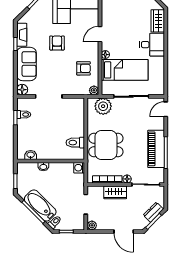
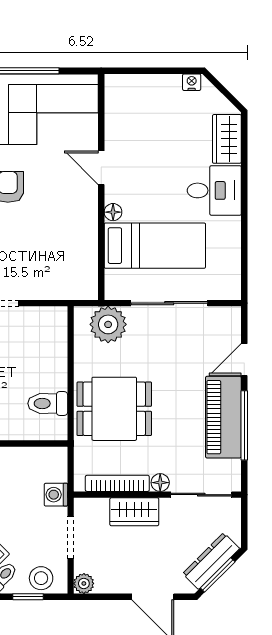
door: (100, 34) -> (101, 168), hinge flipped
armchair: (84, 68) -> (66, 242), removed
plant: (94, 90) -> (88, 290), removed
door: (166, 109) -> (244, 360), moved
washing machine: (79, 168) -> (56, 495), moved
dresser: (153, 212) -> (211, 561), width x1.44
stool: (72, 223) -> (41, 578), added

